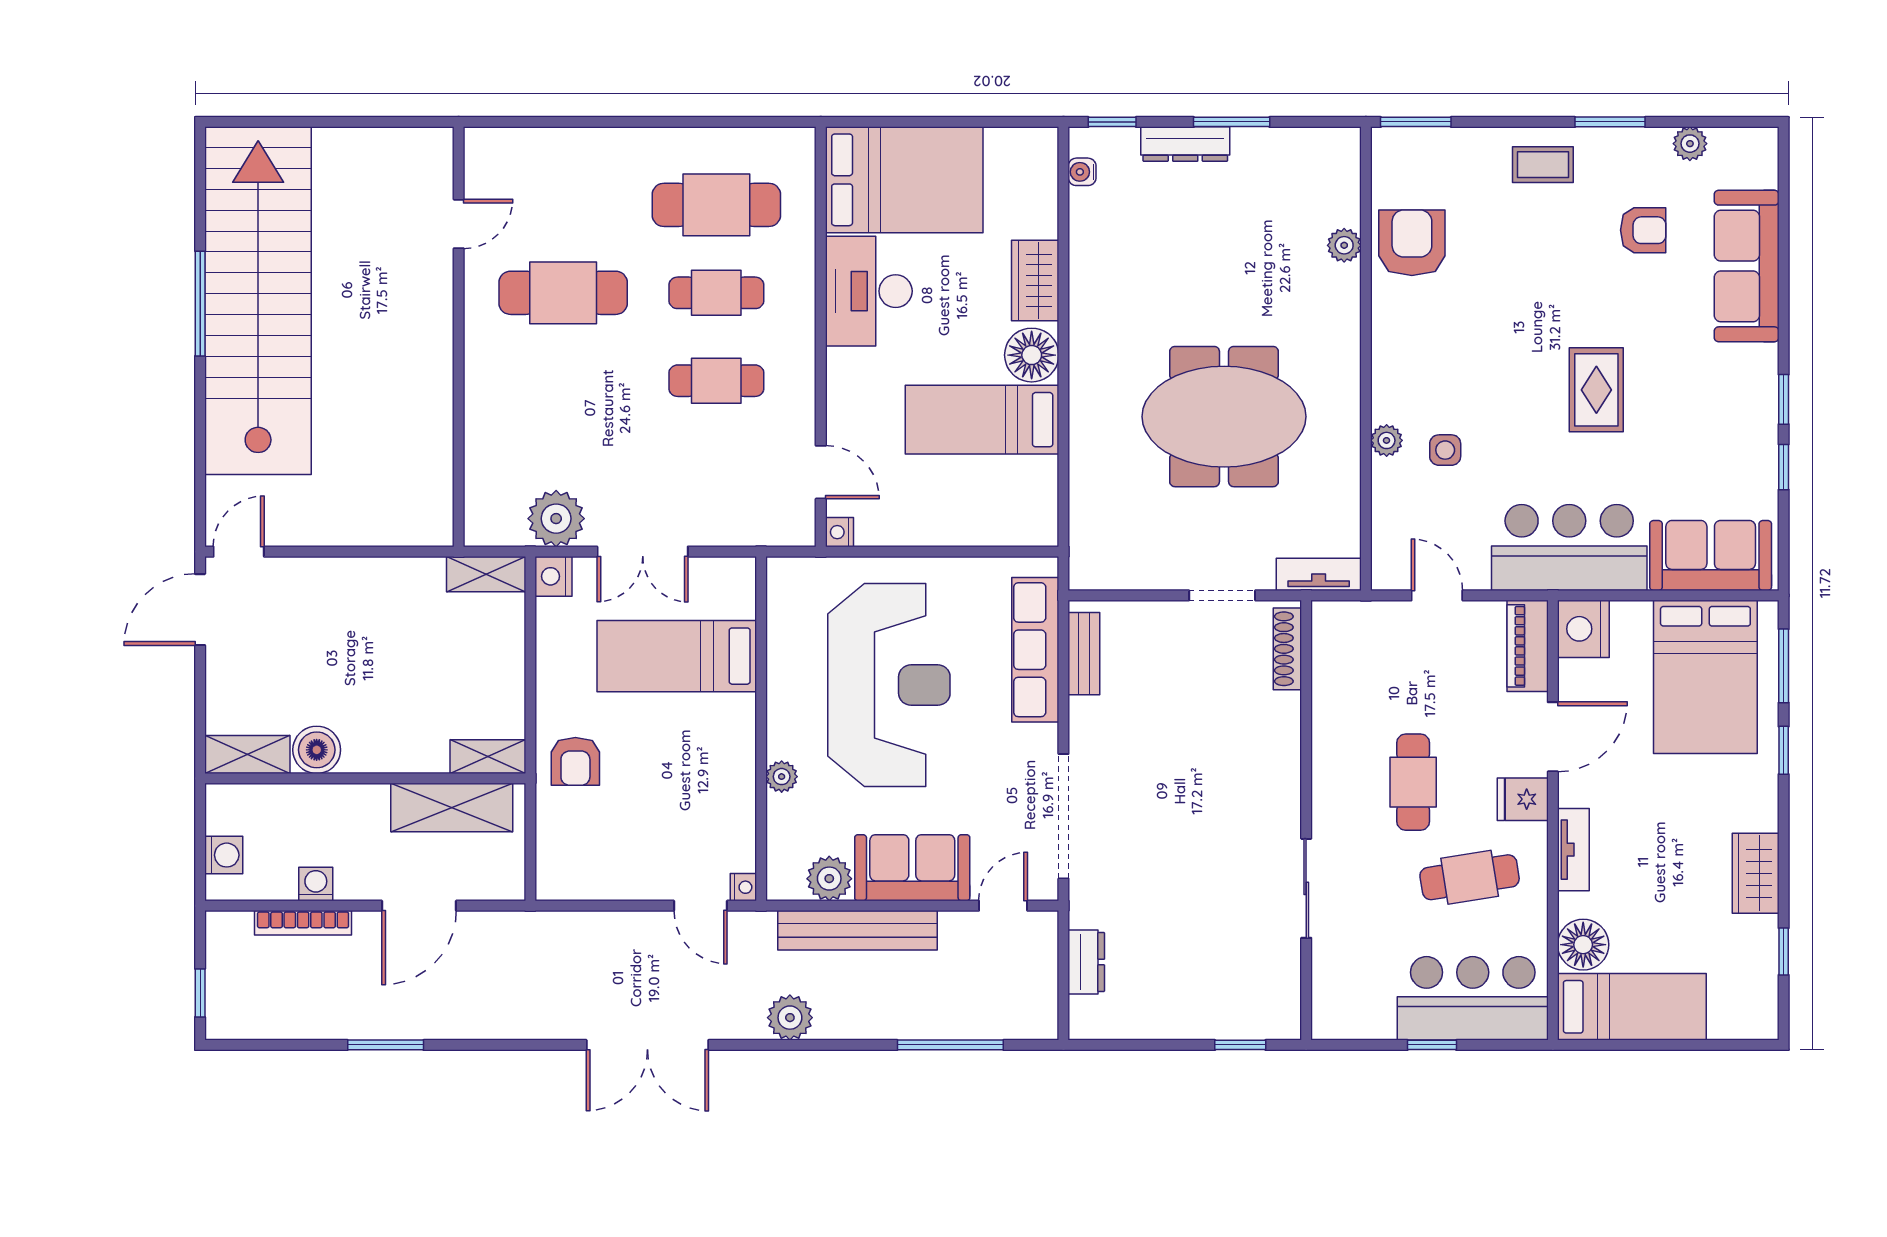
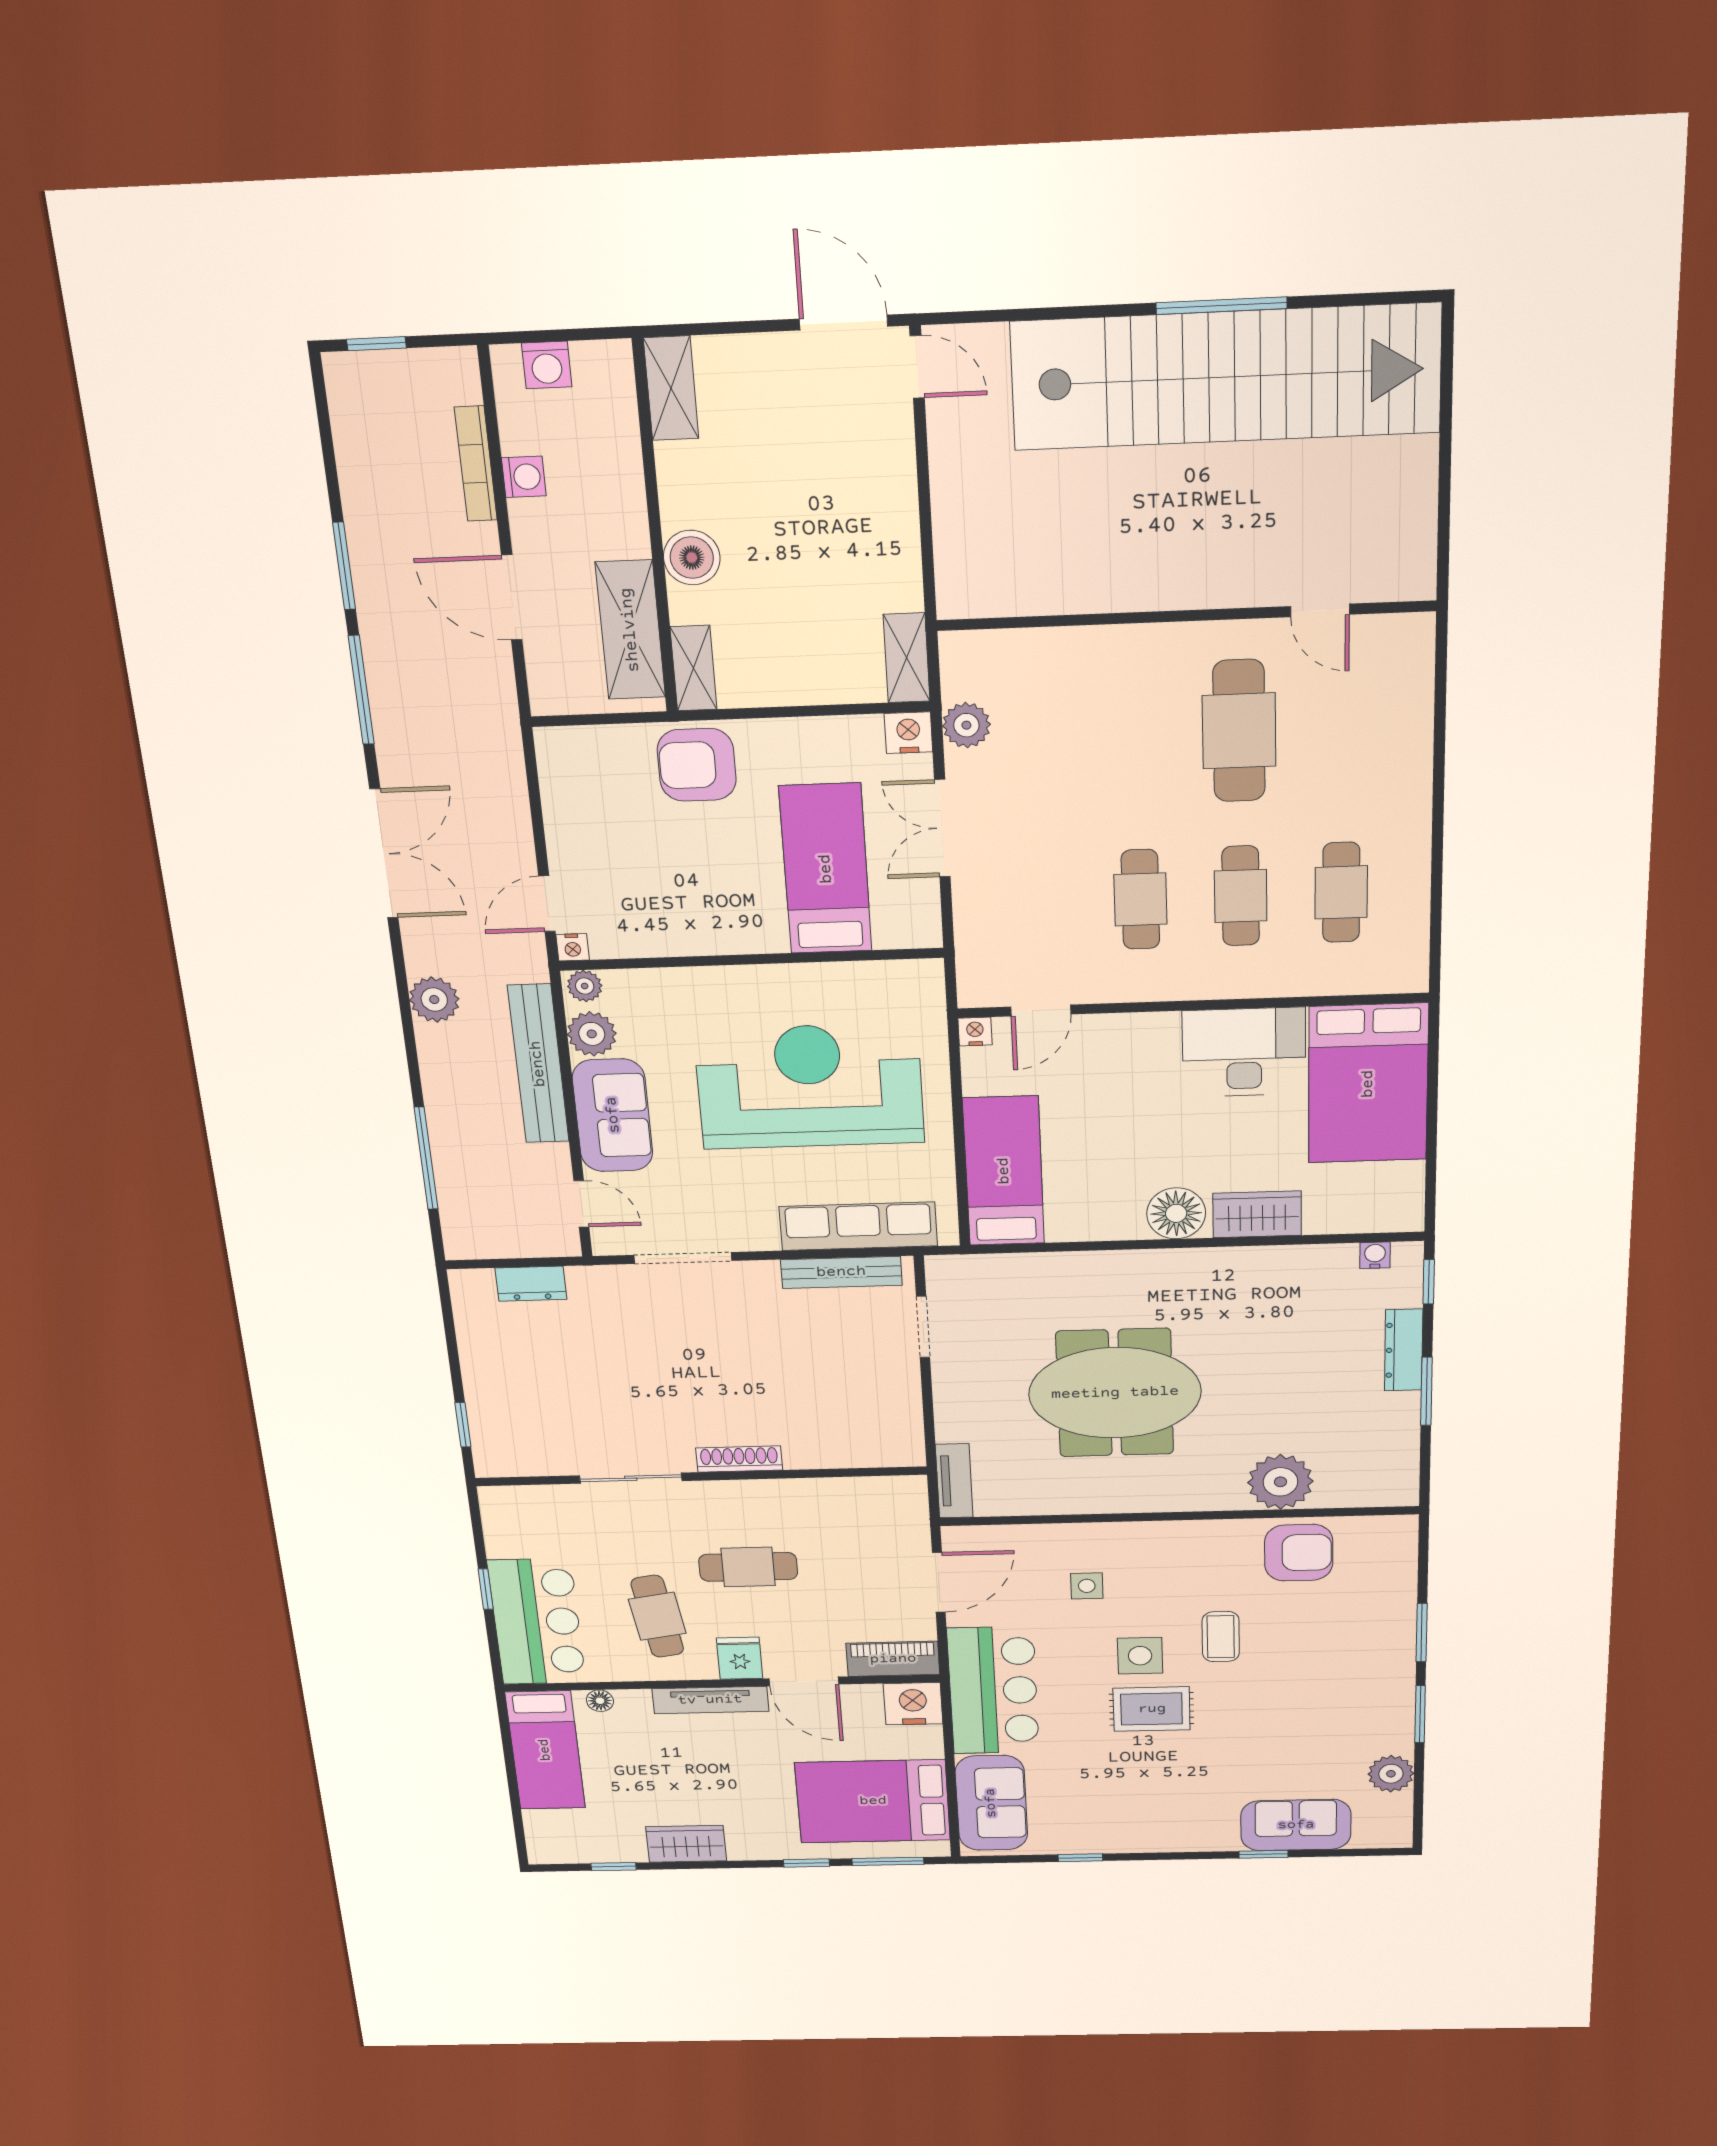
window: (1416, 122) -> (1422, 1633), moved
plant: (1690, 144) -> (1391, 1774), width x1.38, depth x1.38
coffee table: (1543, 165) -> (1221, 1637), moved
cafe table: (716, 205) -> (1341, 892), width x0.73, depth x0.74
armchair: (1643, 230) -> (1311, 1743), removed
plant: (1344, 245) -> (1280, 1482), width x1.87, depth x1.87
sofa: (1747, 266) -> (1296, 1825), width x0.73
window: (1784, 399) -> (1263, 1854), moved
side table: (1531, 400) -> (1140, 1656), added
meeting table: (1224, 417) -> (1115, 1393), turned 90
bed: (982, 420) -> (1004, 1171), moved
plant: (1387, 440) -> (1095, 1536), removed
plant: (556, 519) -> (966, 725), width x0.73, depth x0.73
doorway: (1222, 595) -> (923, 1327), moved
door: (1437, 595) -> (939, 1582), width x1.38
shoe rack: (1287, 649) -> (739, 1459), moved
bench: (1084, 654) -> (841, 1272), width x1.36
reception desk: (889, 685) -> (810, 1086), turned 180
boiler: (317, 750) -> (692, 558), moved
armchair: (575, 761) -> (697, 765), width x1.38, depth x1.38
plant: (782, 777) -> (585, 986), moved
doorway: (1063, 816) -> (683, 1258), width x0.73
tv unit: (1573, 850) -> (710, 1700), width x1.41
floor lamp: (1583, 945) -> (600, 1701), width x0.53, depth x0.53
window: (496, 1045) -> (361, 690), added
double door: (647, 1045) -> (384, 854), swing flipped

